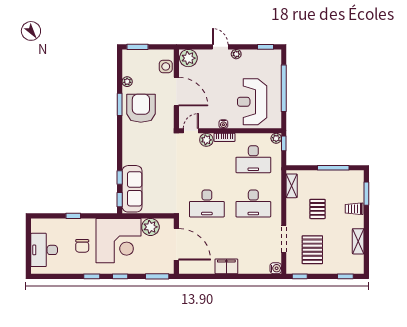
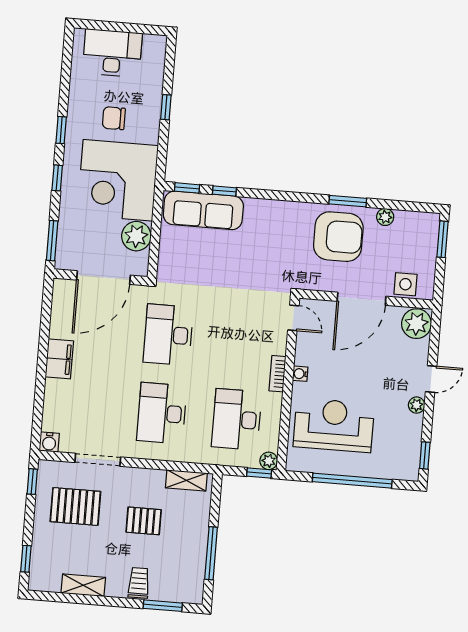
plant: (206, 140) -> (276, 343), removed

